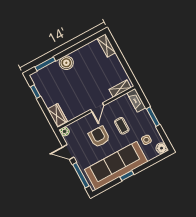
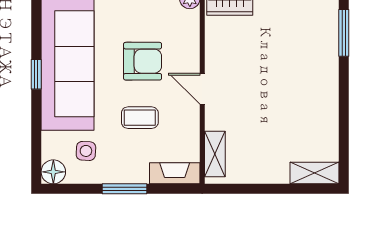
boiler: (66, 63) -> (323, 76), removed

